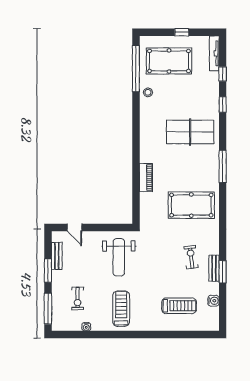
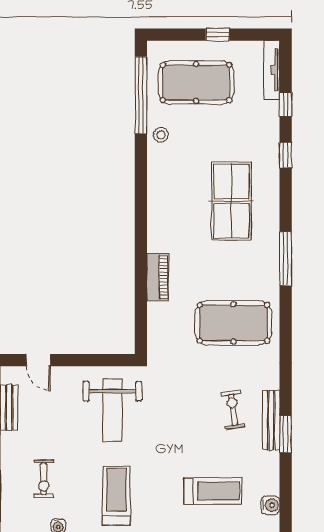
table tennis table: (190, 132) -> (231, 201), turned 90
bench: (214, 268) -> (271, 420), width x1.36
water cooler: (213, 301) -> (270, 505), moved

